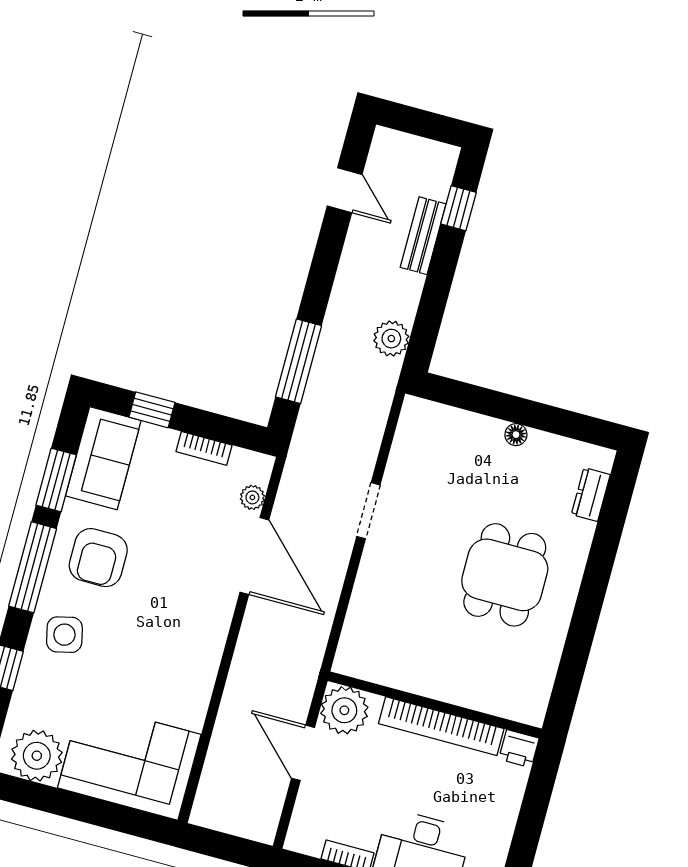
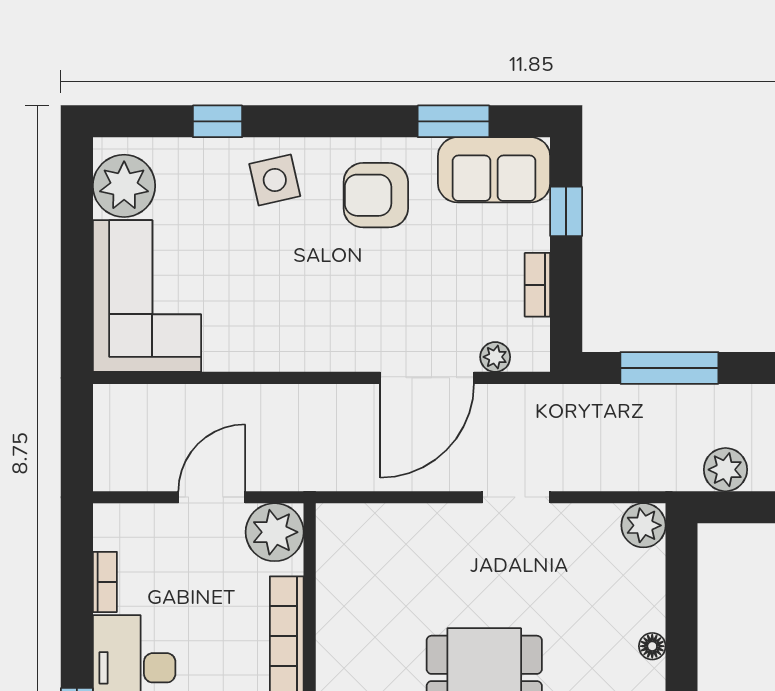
plant: (418, 416) -> (643, 525), added
window: (33, 567) -> (344, 121), removed

